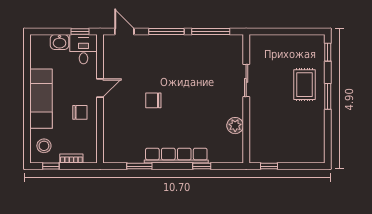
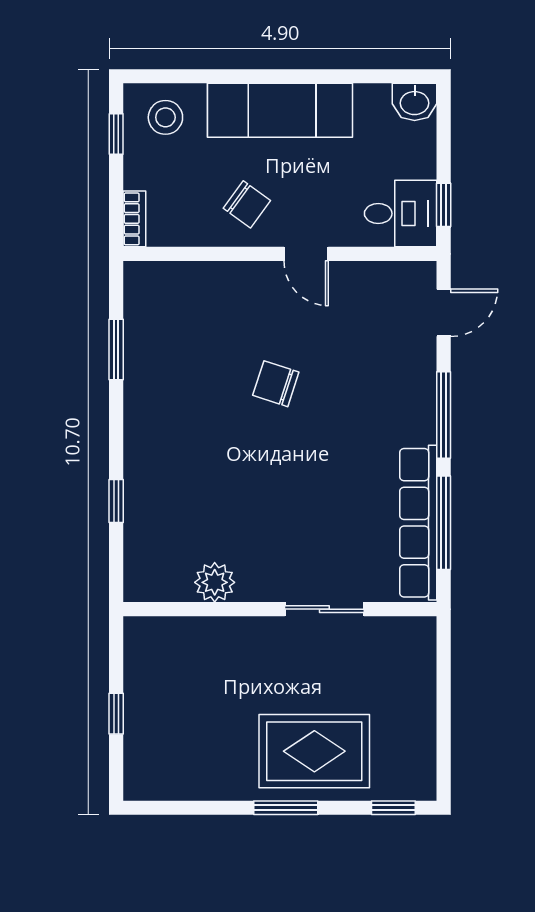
washbasin: (60, 42) -> (415, 102), moved, turned -90
rug: (305, 85) -> (314, 751), width x1.36, depth x1.43
chair: (153, 100) -> (276, 384), turned -72
chair: (80, 112) -> (247, 204), turned -54
row of seats: (176, 156) -> (418, 523), moved, turned 180
bookcase: (71, 159) -> (134, 219), moved
window: (269, 166) -> (116, 714), moved

